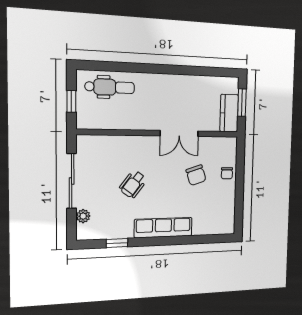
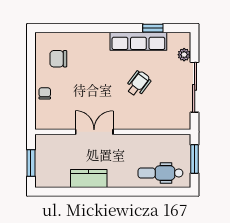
window: (71, 101) -> (195, 159), width x1.50
kitchen counter: (229, 113) -> (89, 179), moved, turned -90
chair: (196, 175) -> (58, 59), moved, turned -72
row of seats: (163, 228) -> (138, 41), moved

